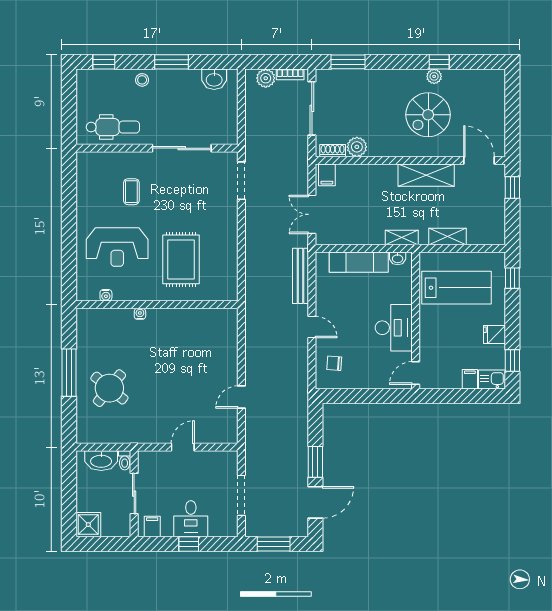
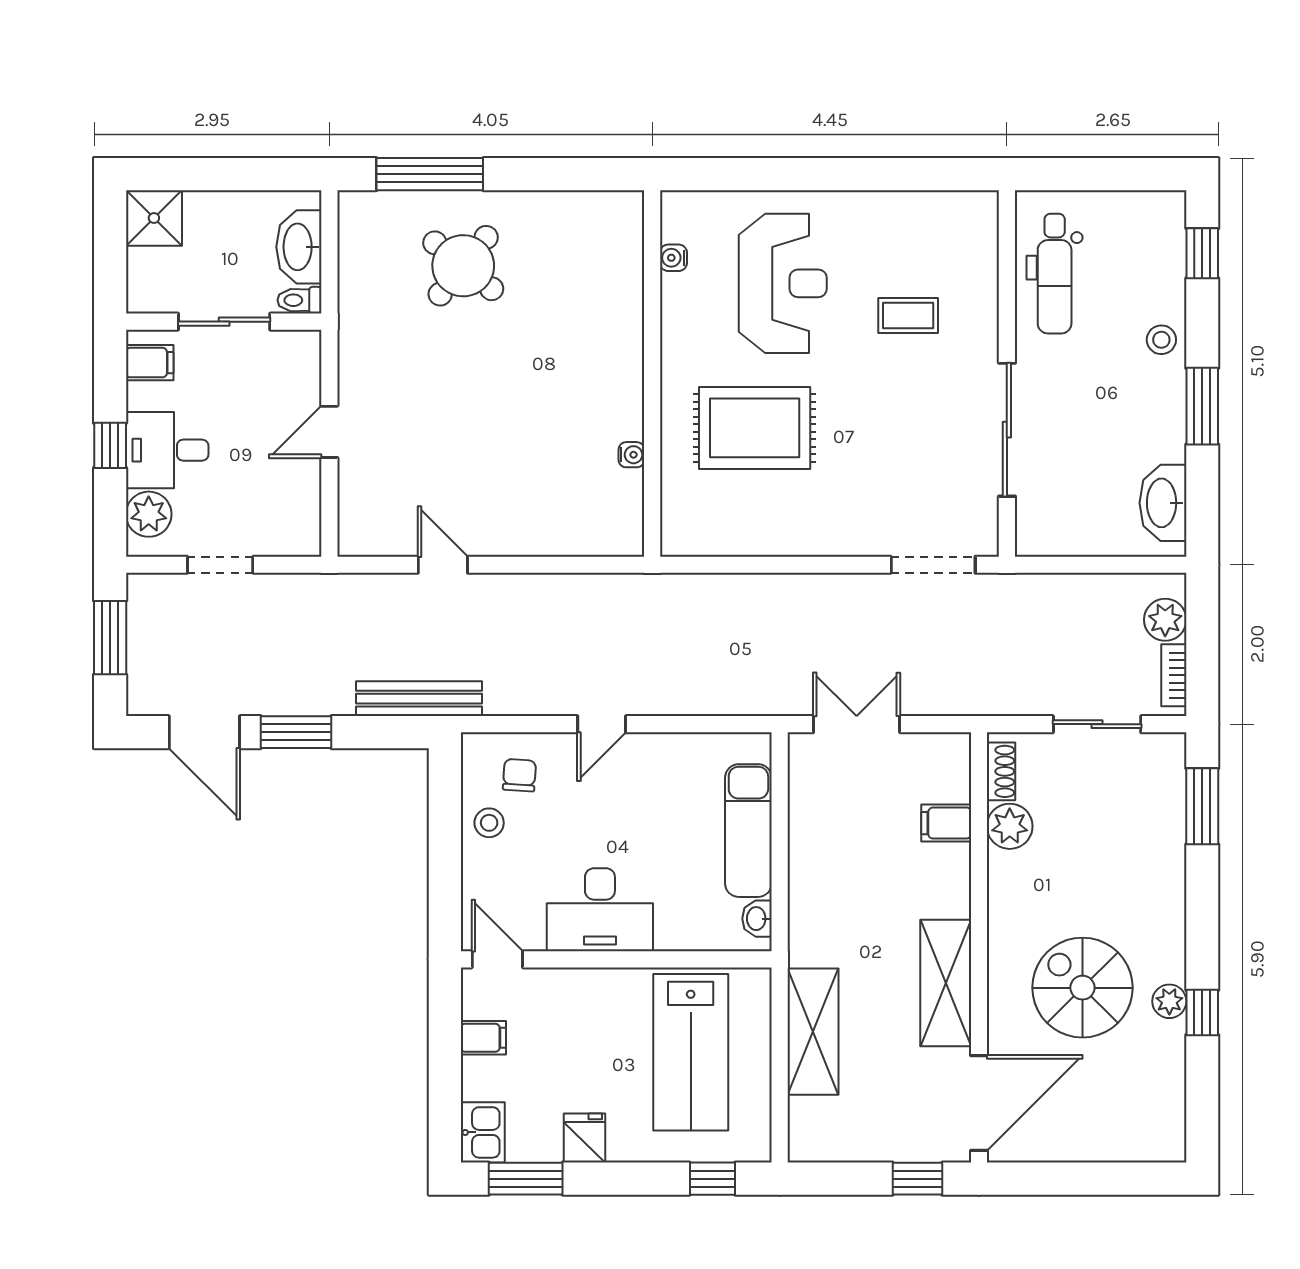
washbasin: (214, 79) -> (1163, 503), width x1.38
sliding door: (312, 108) -> (1097, 724), width x0.73
door: (479, 160) -> (979, 1103), width x1.36
filing cabinet: (327, 175) -> (946, 823), moved
shelving: (447, 236) -> (813, 1032), width x1.50, depth x1.33
shelving: (402, 237) -> (804, 928), removed
reception desk: (117, 247) -> (783, 283), turned 180
bench: (300, 276) -> (419, 699), moved
water cooler: (140, 314) -> (631, 455), moved
window: (512, 361) -> (526, 1179), width x1.50
window: (69, 373) -> (430, 174), moved
stool: (355, 377) -> (489, 823), added
filing cabinet: (470, 379) -> (483, 1038), moved
door: (183, 447) -> (329, 432), swing flipped
doorway: (241, 495) -> (220, 565), width x0.73
plant: (219, 527) -> (149, 514), added

